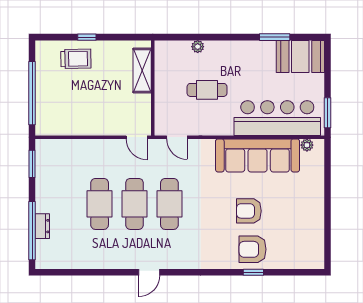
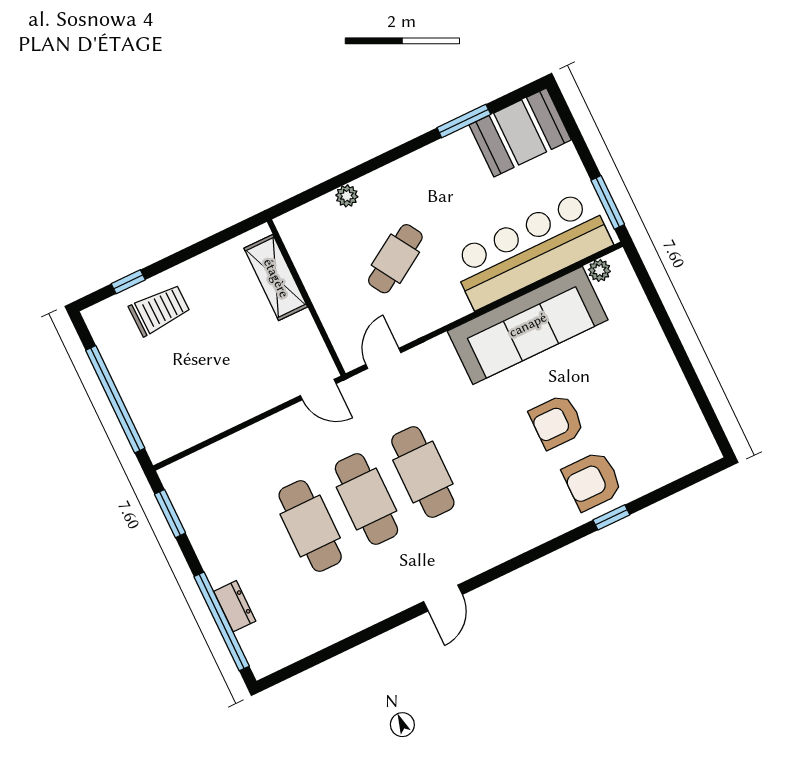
window: (87, 37) -> (128, 282), moved
cafe table: (207, 90) -> (395, 259), turned -32
door: (177, 137) -> (383, 358), swing flipped

